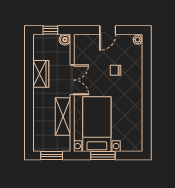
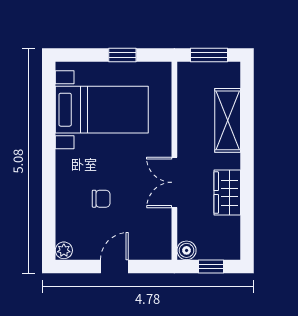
shelving: (63, 116) -> (228, 120), moved
bed with nightstands: (97, 124) -> (102, 110), moved, turned -90
window: (103, 156) -> (122, 55), width x0.67

